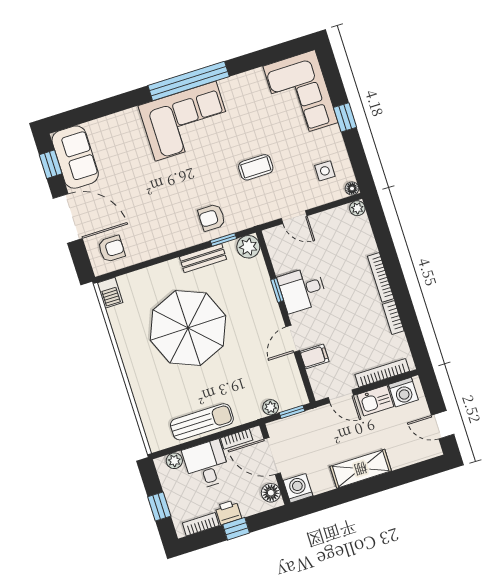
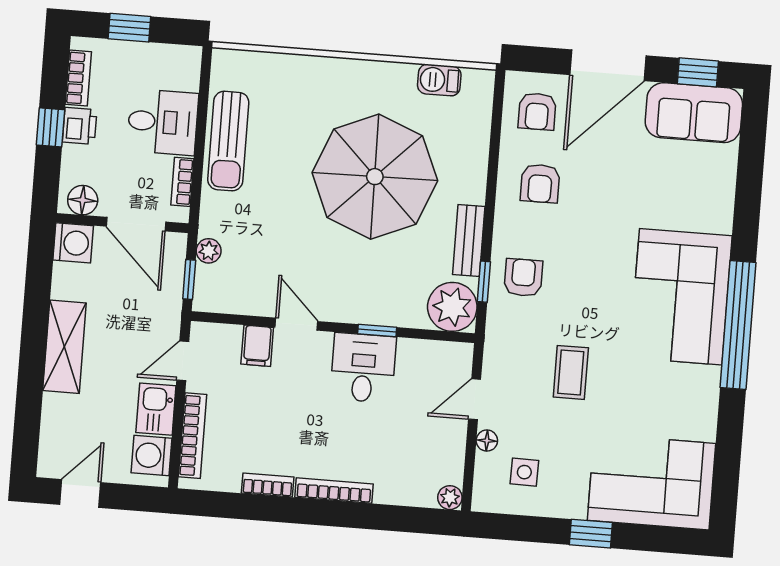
floor lamp: (352, 189) -> (487, 441), moved
armchair: (153, 230) -> (540, 183), added
plant: (248, 247) -> (452, 307), width x1.36, depth x1.36
barbecue: (110, 293) -> (439, 80), moved
door: (272, 456) -> (136, 224), swing flipped
plant: (174, 461) -> (188, 77), removed

